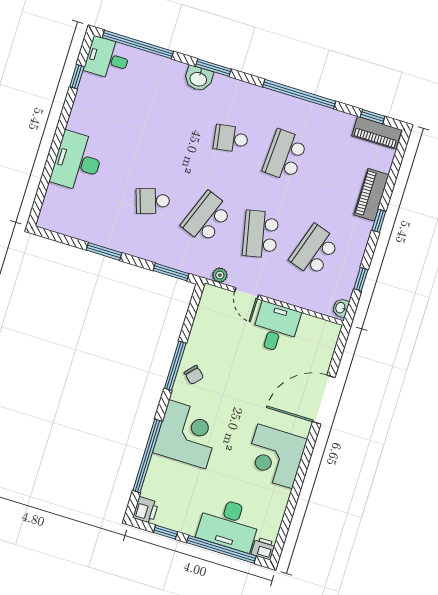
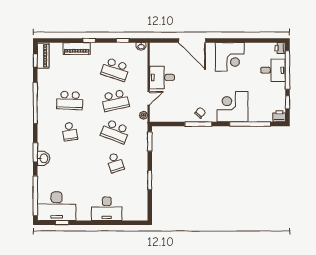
desk: (107, 59) -> (57, 206), width x1.87, depth x1.30
desk: (229, 524) -> (273, 70), width x0.73

